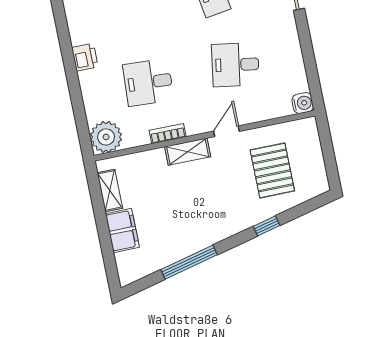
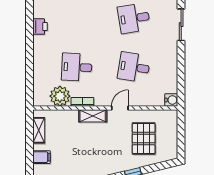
printer: (85, 57) -> (40, 27), moved
plant: (106, 137) -> (60, 96), moved
filing cabinet: (122, 230) -> (42, 157), width x0.50

